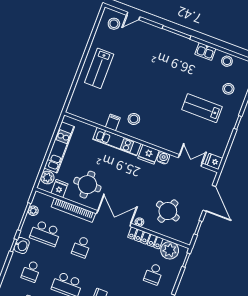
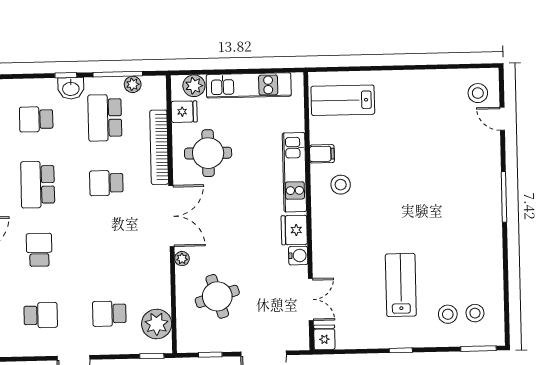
kitchen sink: (205, 51) -> (492, 254), removed
stool: (227, 61) -> (475, 313), moved
lab bench: (99, 68) -> (343, 100), moved
round table: (168, 211) -> (217, 296), turned -36
locker: (145, 238) -> (161, 278), removed

